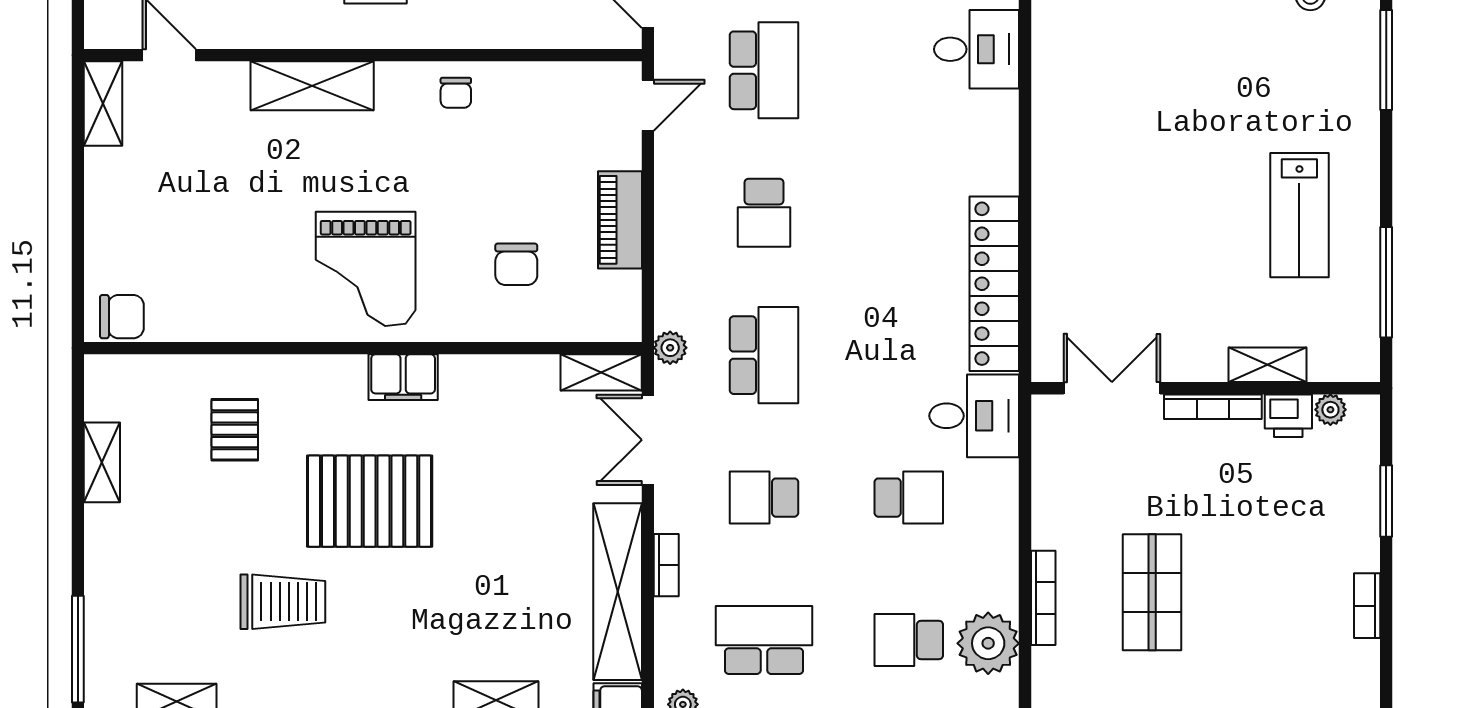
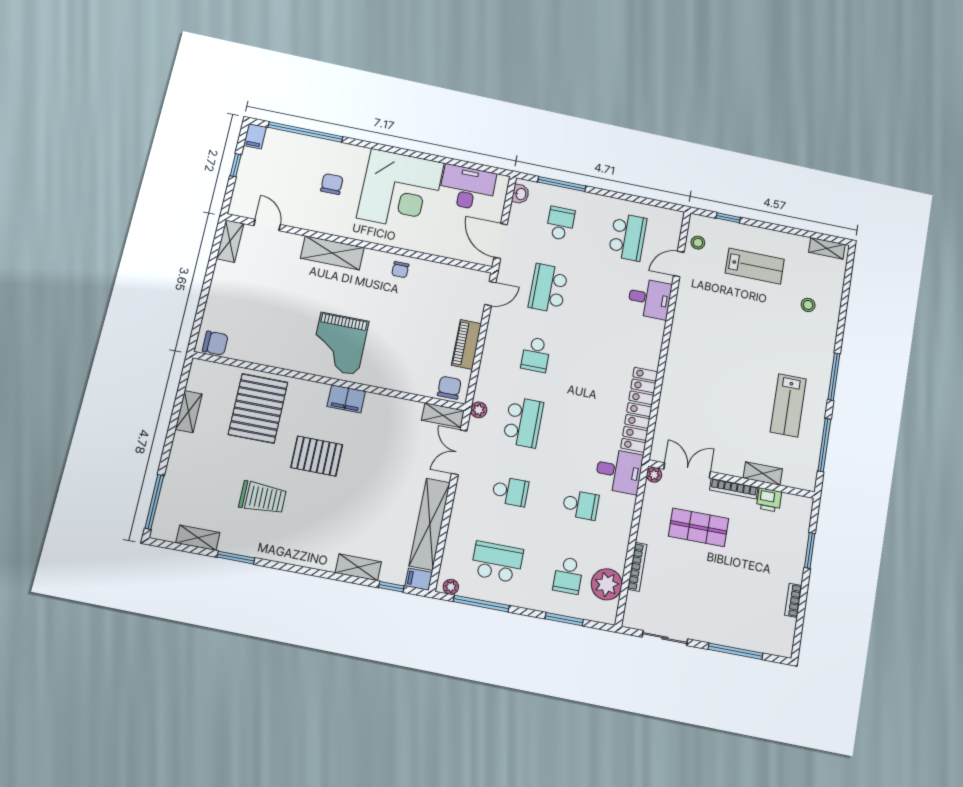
window: (1386, 60) -> (834, 377), moved
school desk: (764, 70) -> (548, 288), turned 180
chair: (516, 264) -> (449, 388), moved, turned 180
plant: (1330, 410) -> (654, 475), moved
pallet: (235, 430) -> (258, 408), width x2.05, depth x2.00
school desk: (764, 498) -> (510, 491), turned 180
pallet: (370, 501) -> (317, 456), width x0.73, depth x0.71
bookcase: (666, 565) -> (456, 516), removed
shop shelf: (1152, 592) -> (699, 527), moved, turned 90
school desk: (909, 640) -> (568, 575), turned -90

